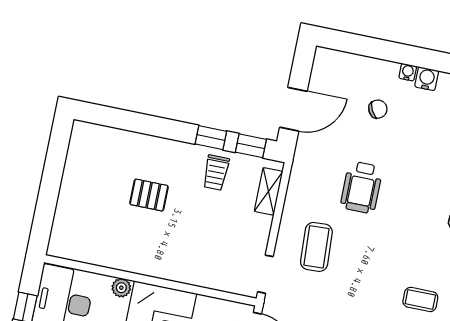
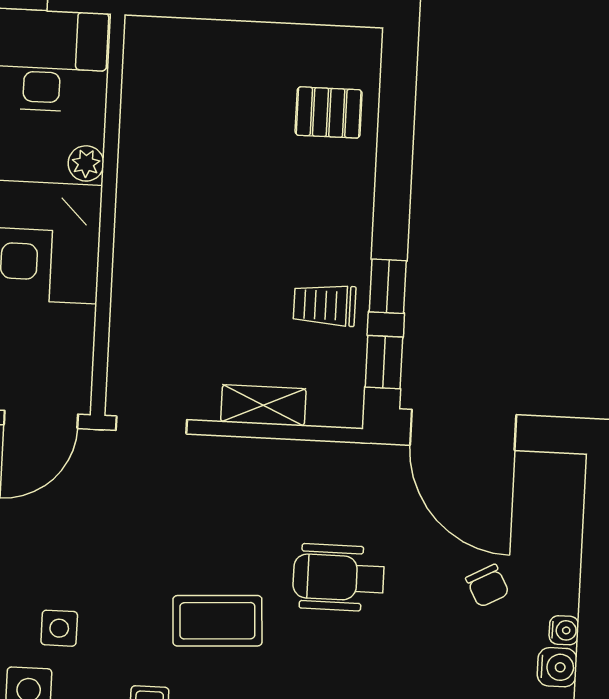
door: (293, 109) -> (463, 430), width x1.36
shelving: (269, 191) -> (263, 405), moved
pallet: (149, 195) -> (329, 112), moved, turned 90
coffee table: (316, 247) -> (217, 621), moved

